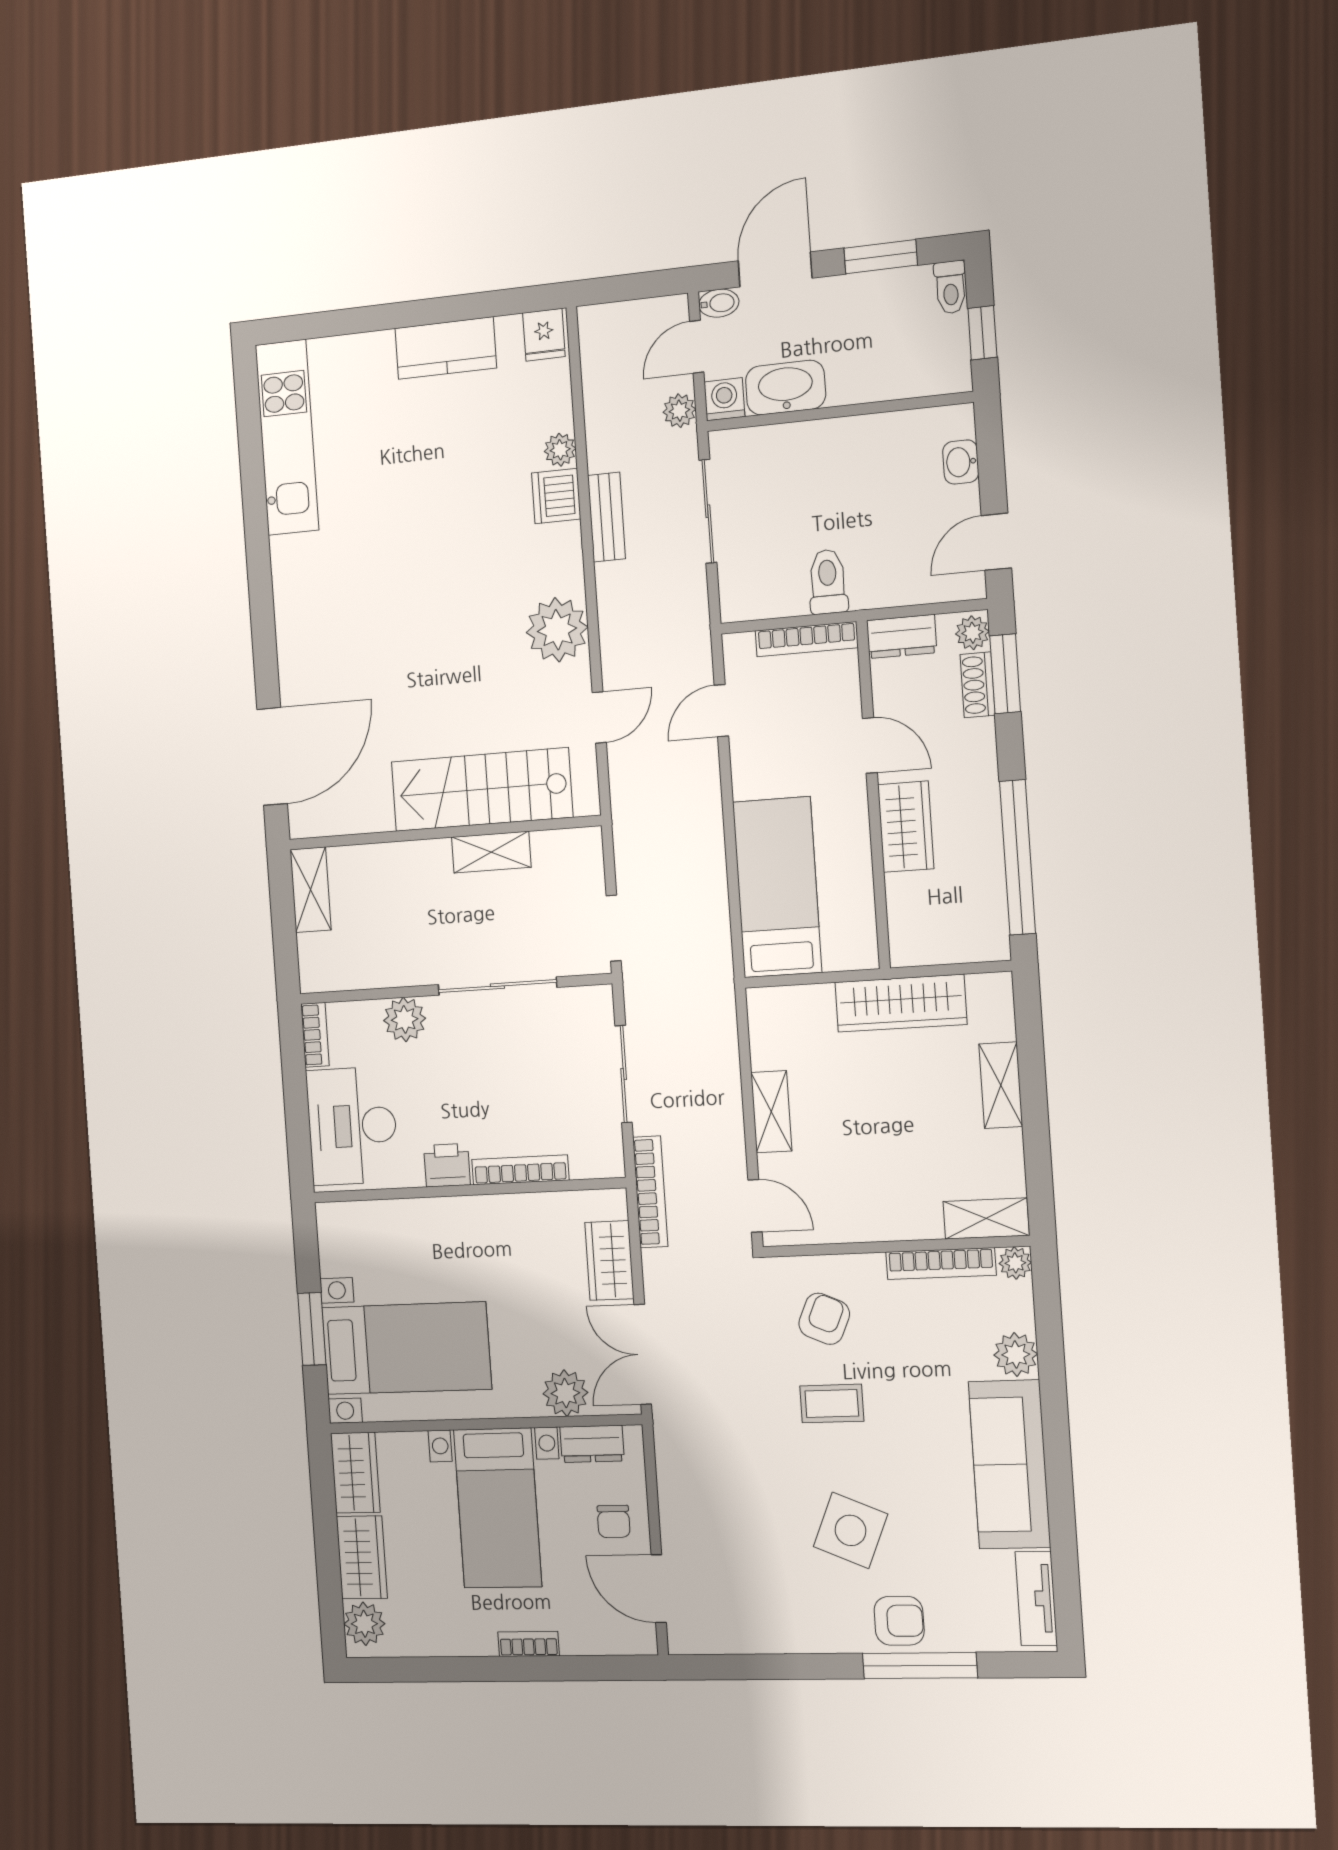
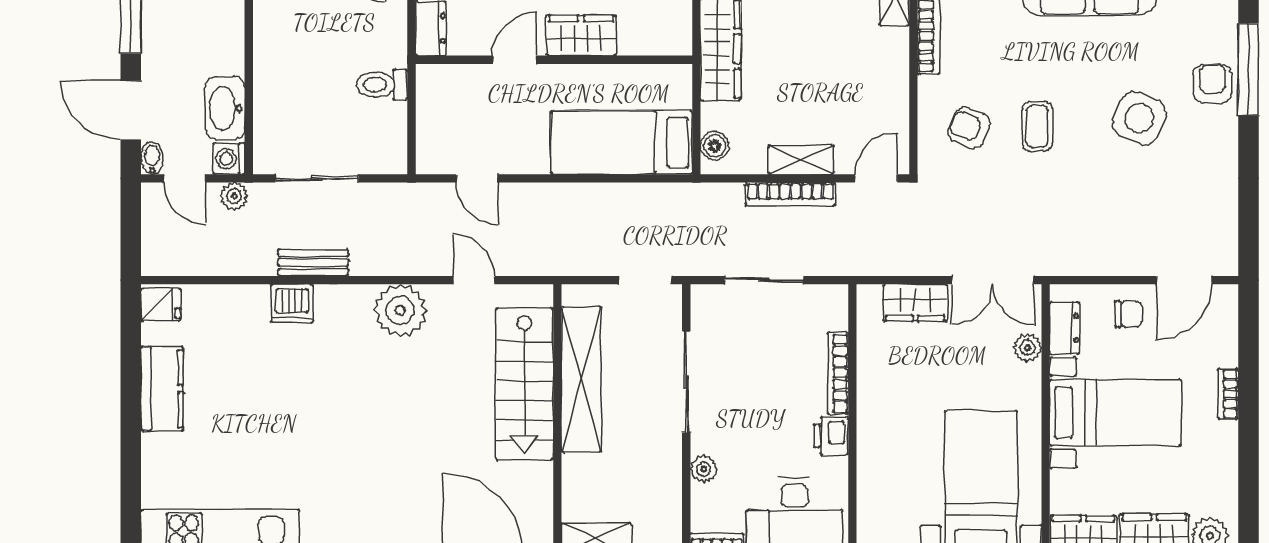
plant: (560, 450) -> (255, 298), removed
bookcase: (807, 639) -> (426, 105), removed
shelving: (491, 852) -> (581, 379), width x2.20, depth x1.33
boiler: (781, 1003) -> (715, 146), added
plant: (405, 1019) -> (704, 469), width x0.73, depth x0.73
bookcase: (650, 1192) -> (790, 194), moved, turned 180
plant: (565, 1393) -> (1028, 348), width x0.73, depth x0.73

